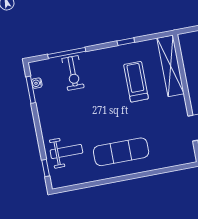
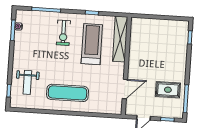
exercise bike: (73, 73) -> (63, 33), moved
treadmill: (136, 82) -> (92, 44), width x1.37, depth x1.38
weight bench: (66, 152) -> (27, 82), turned 90

